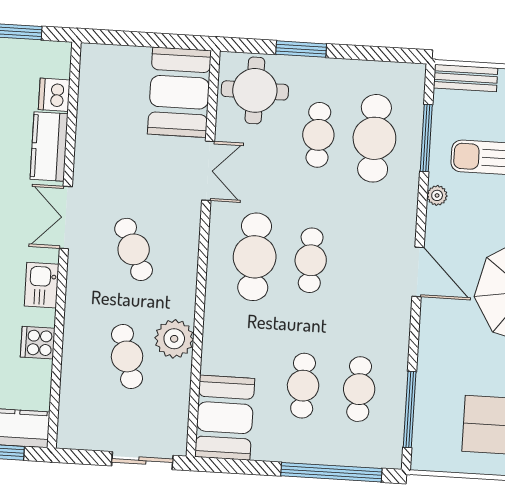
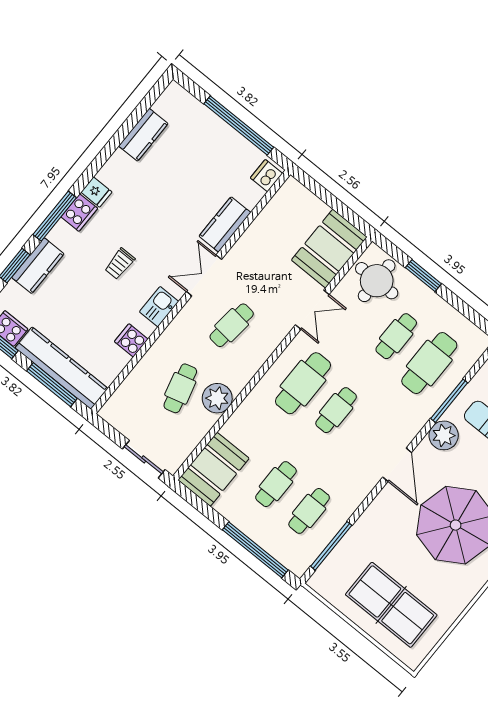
dishwasher: (54, 95) -> (267, 176), moved
window: (426, 138) -> (449, 401), moved
plant: (437, 195) -> (444, 435), width x1.88, depth x1.88
cafe table: (134, 249) -> (232, 325), turned 30

